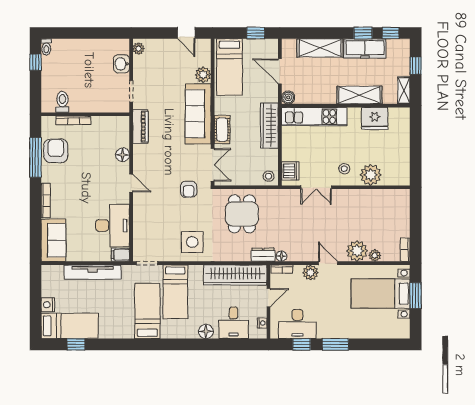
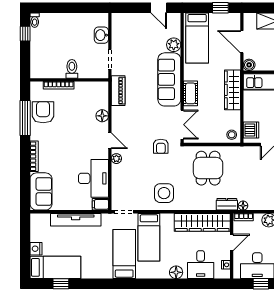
plant: (139, 49) -> (116, 159), moved
toilet: (62, 102) -> (72, 69), moved

